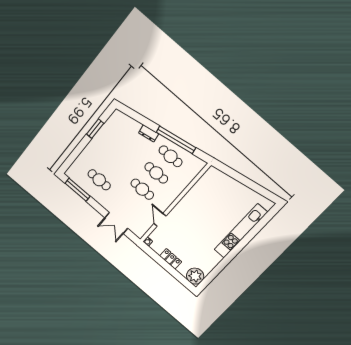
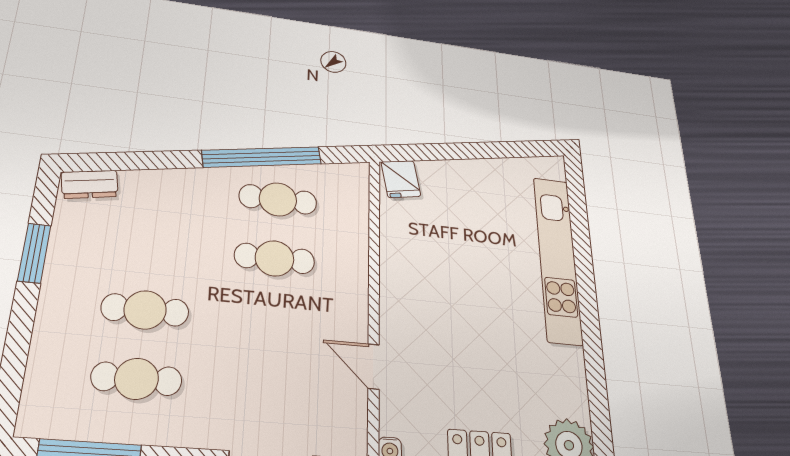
dresser: (149, 133) -> (90, 184), moved
fridge: (213, 175) -> (401, 179), added
cafe table: (142, 189) -> (145, 310), moved

